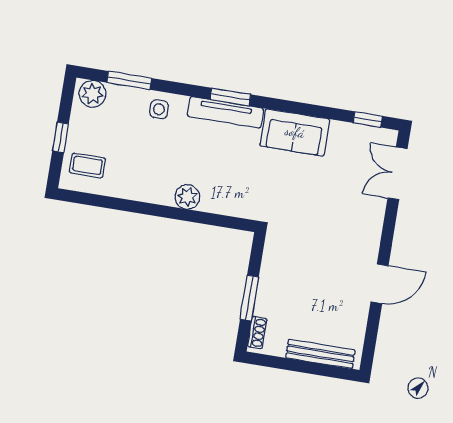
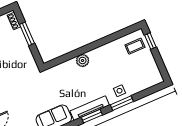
window: (129, 80) -> (122, 103), moved
plant: (93, 94) -> (153, 79), removed
window: (60, 137) -> (150, 41), moved

